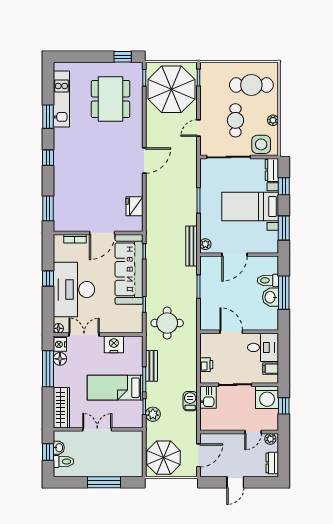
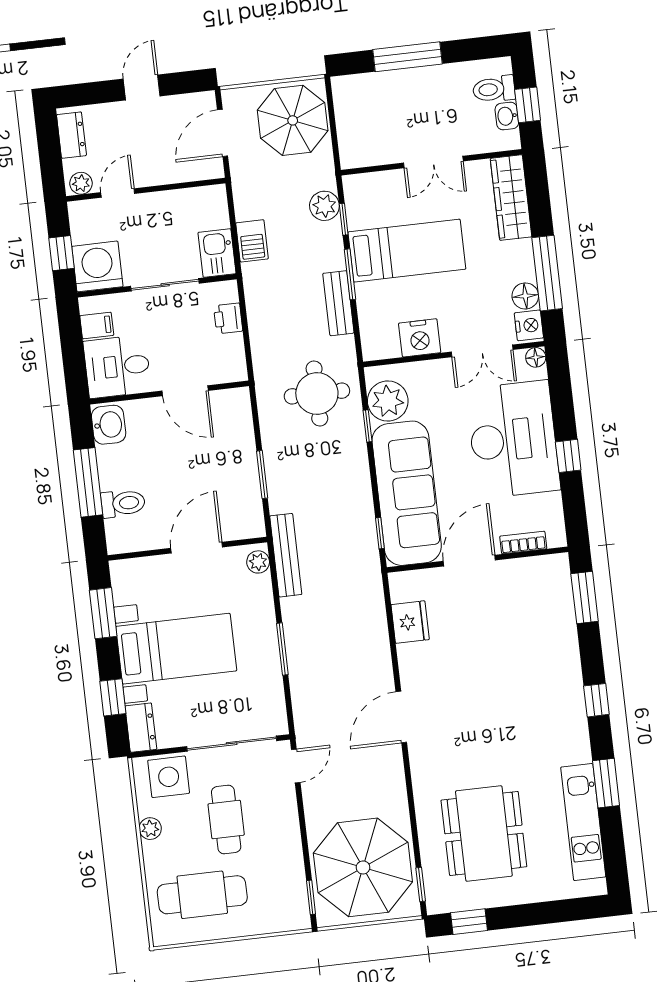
door: (198, 128) -> (296, 766), moved
washbasin: (271, 297) -> (109, 425), moved
plant: (133, 315) -> (388, 401), added

